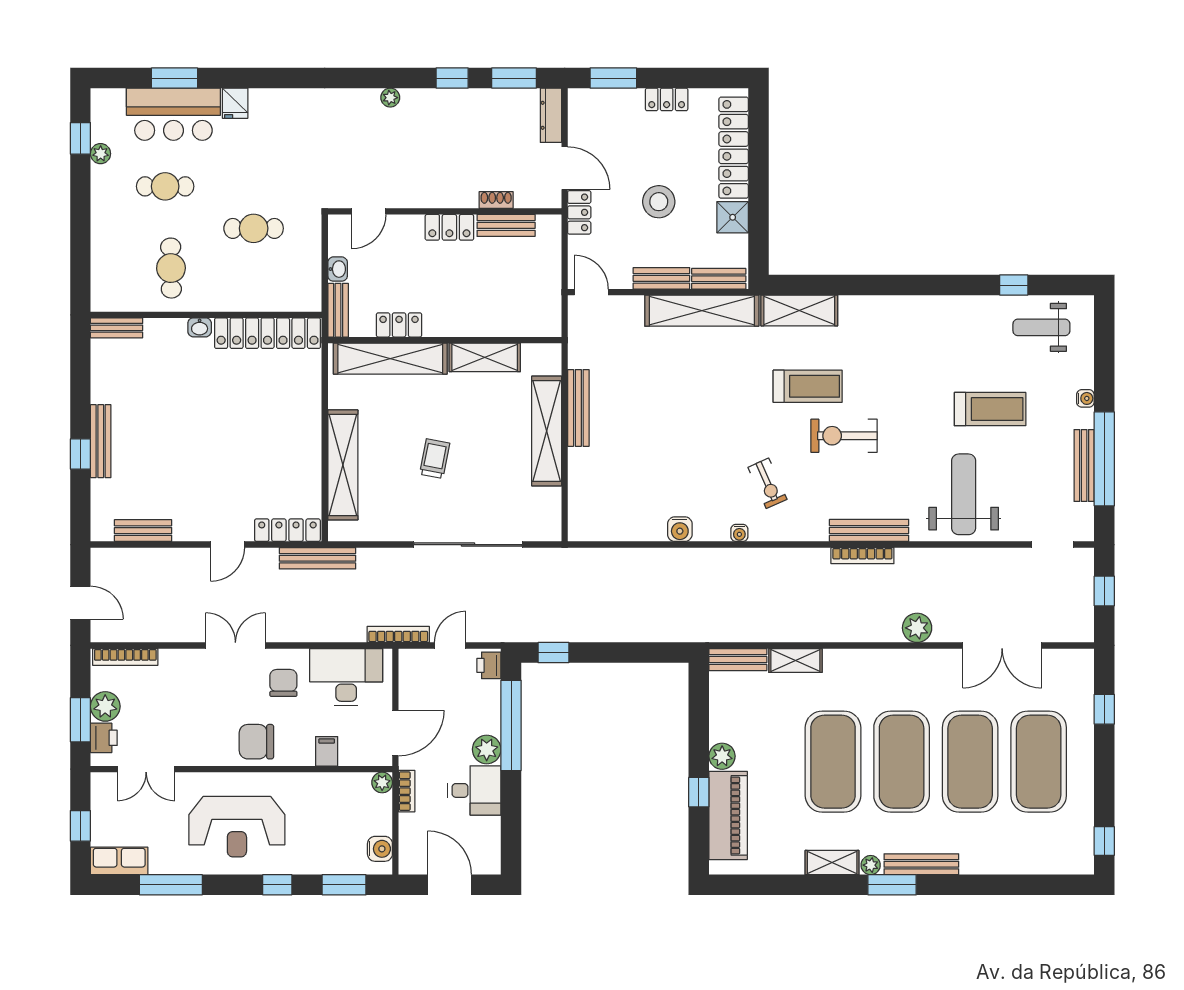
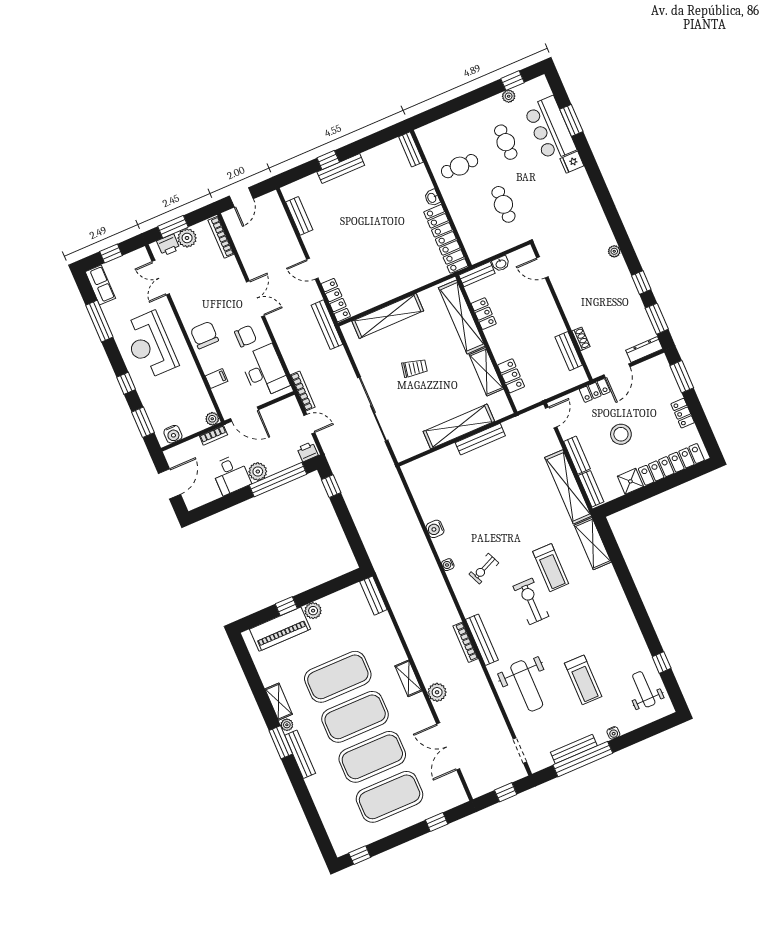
locker: (449, 227) -> (511, 376), moved, turned 180
weight bench: (964, 494) -> (527, 686), turned 90
shelving: (795, 661) -> (408, 678), moved

